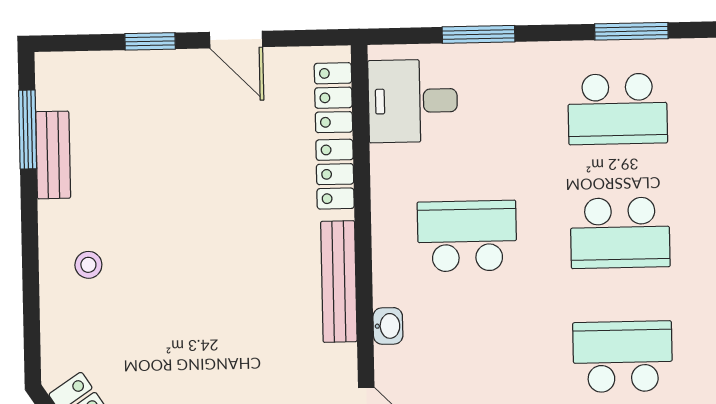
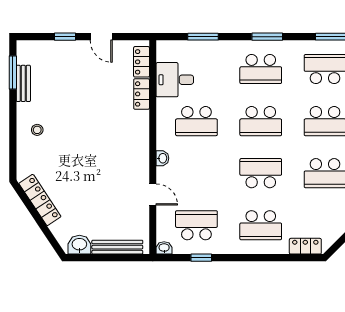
desk: (413, 101) -> (175, 80), moved
school desk: (467, 236) -> (196, 121), turned 180
bench: (339, 282) -> (142, 139), removed

